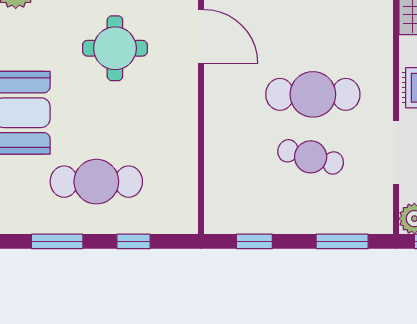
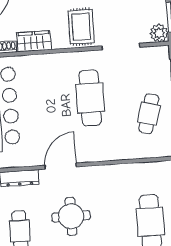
cafe table: (311, 157) -> (149, 114), moved

